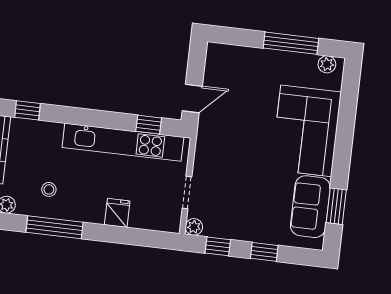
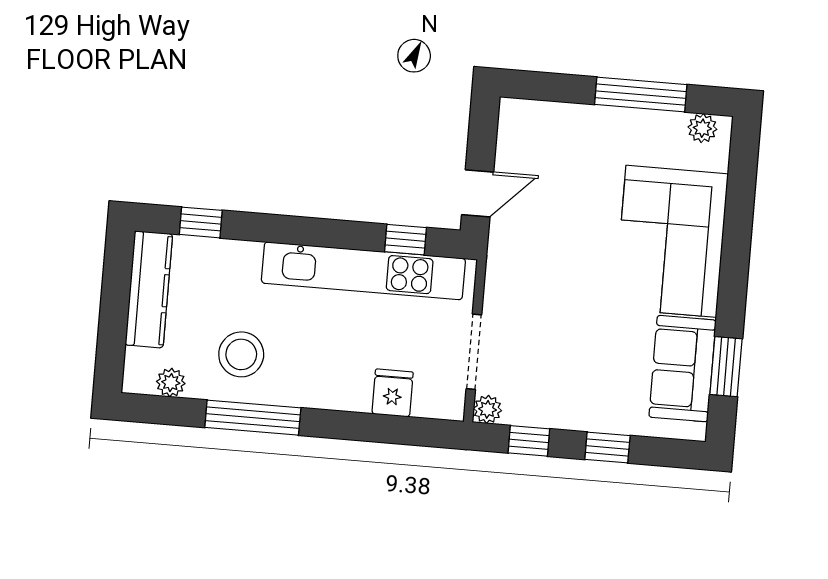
stool: (49, 189) -> (241, 354), width x1.89, depth x1.89
doorway: (187, 192) -> (474, 352), width x1.38
fridge: (117, 213) -> (393, 393), moved

